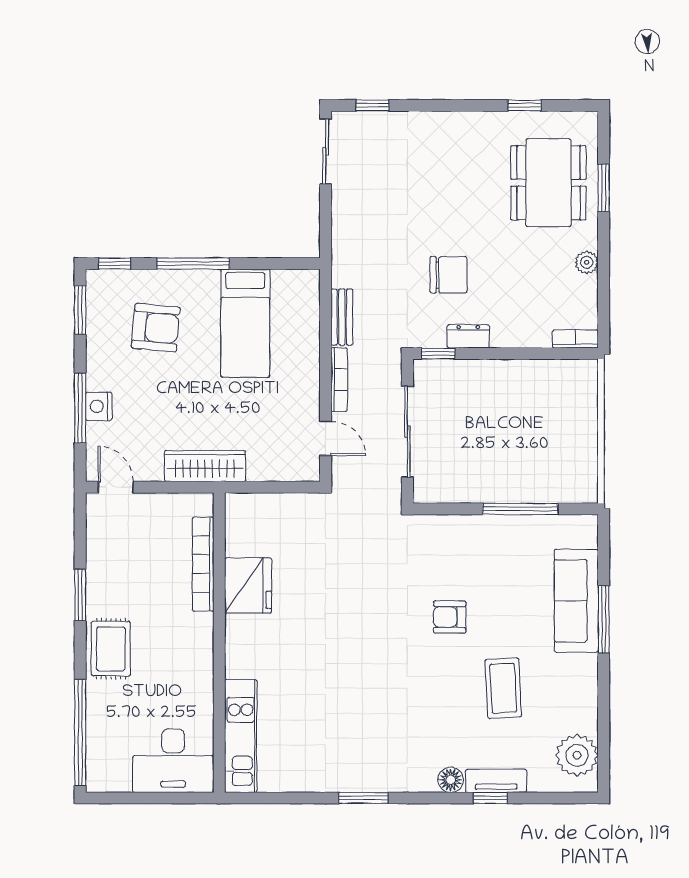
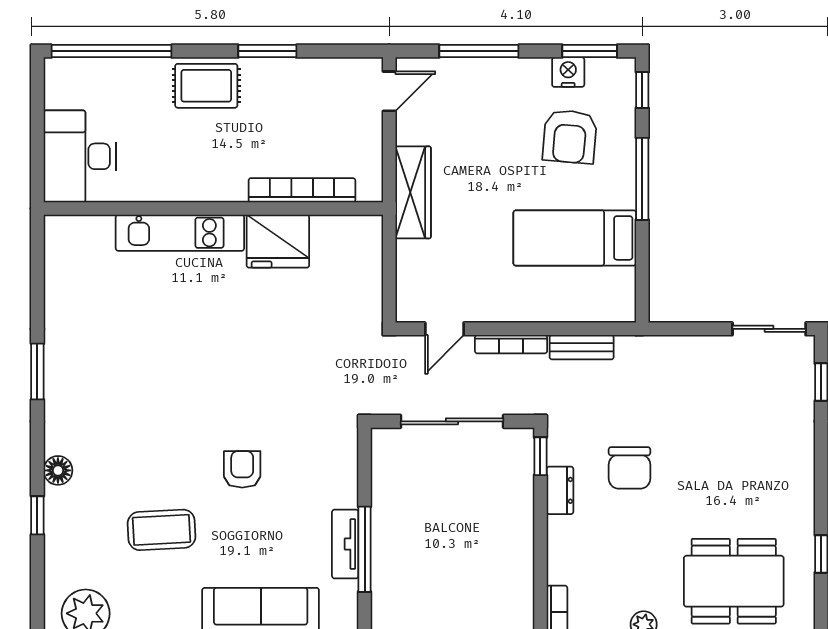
nightstand: (99, 406) -> (568, 72), moved
kitchen unit: (241, 736) -> (180, 233), moved
tv unit: (496, 781) -> (345, 544), moved, turned 180

